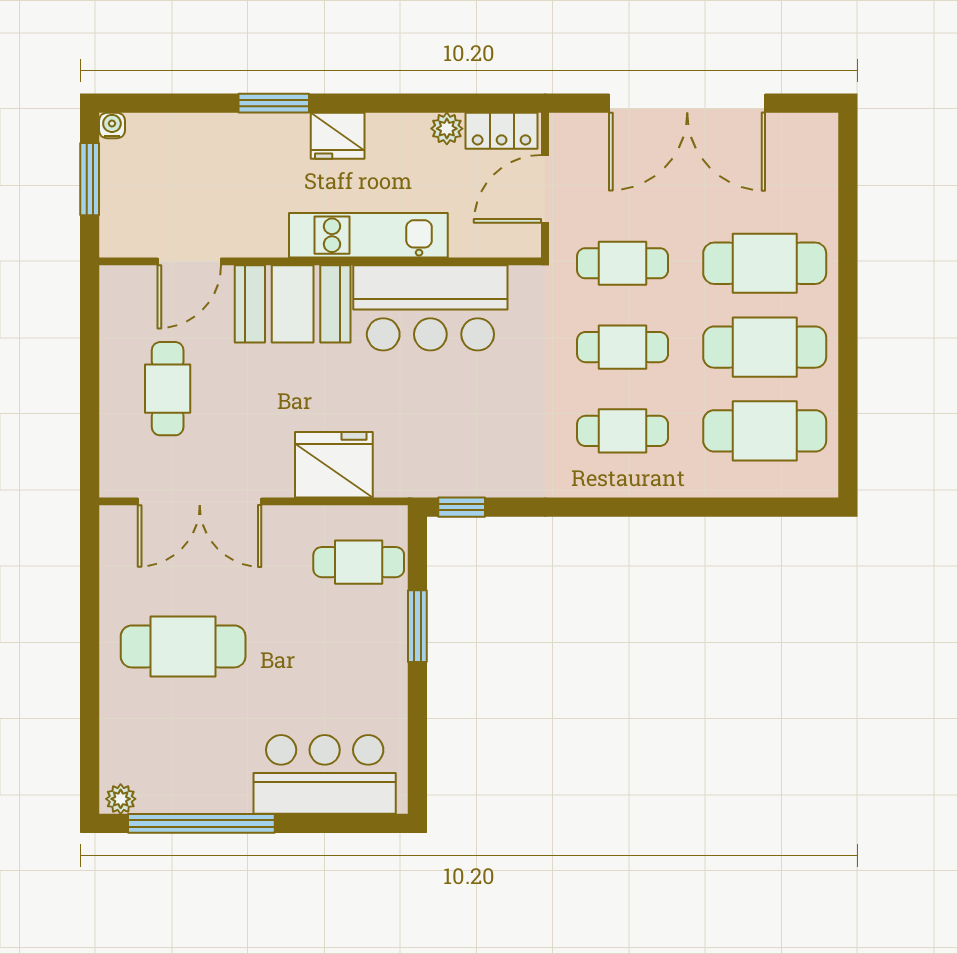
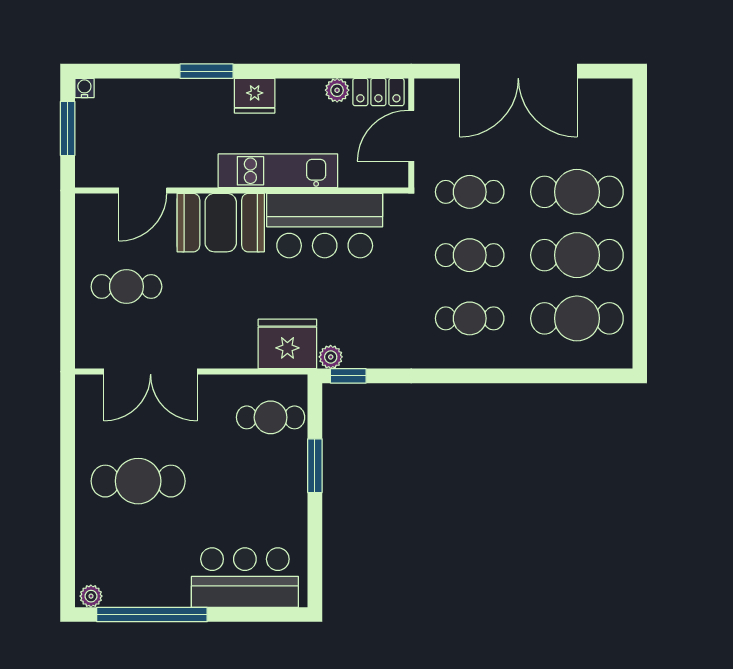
cafe table: (168, 389) -> (126, 287), turned 90
fridge: (334, 465) -> (287, 344), moved
plant: (438, 482) -> (331, 357), added

